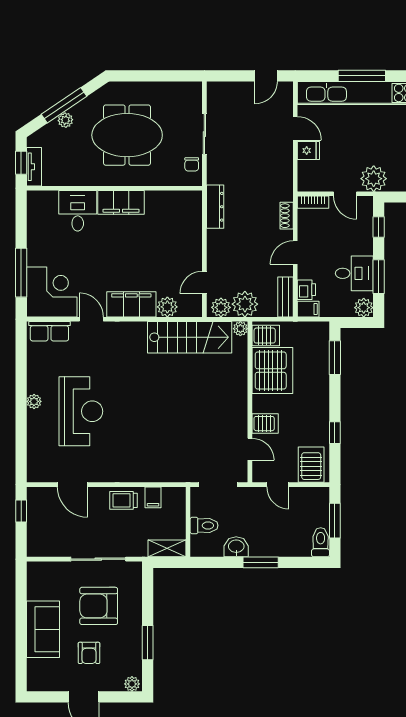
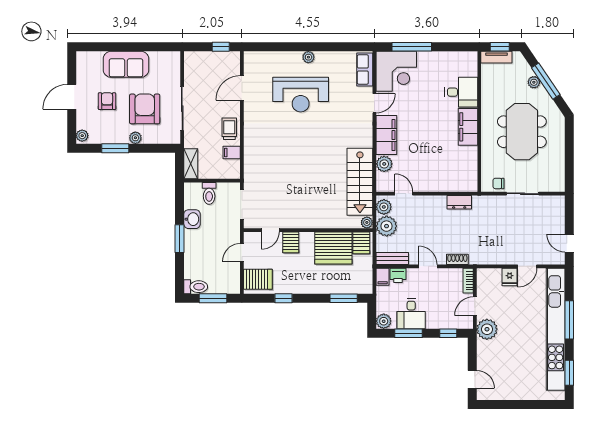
dresser: (215, 207) -> (459, 202), width x0.70
plant: (135, 617) -> (135, 138), added
armchair: (89, 653) -> (107, 101), turned 90

